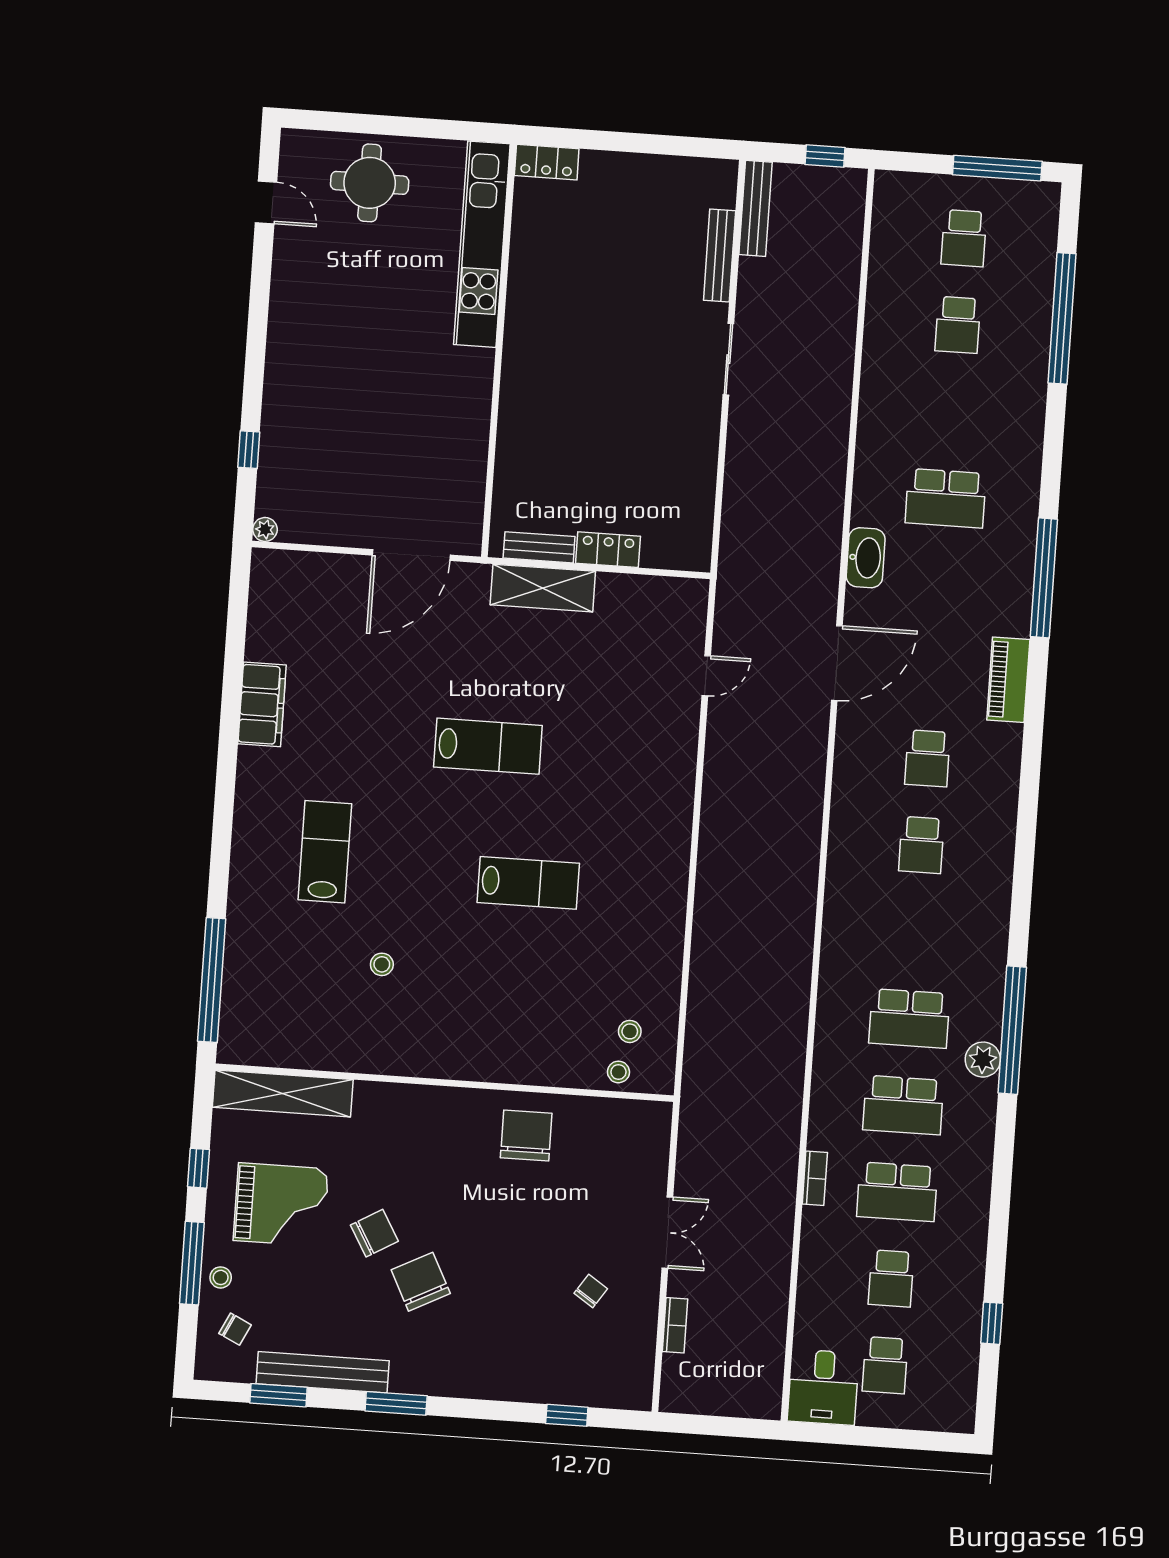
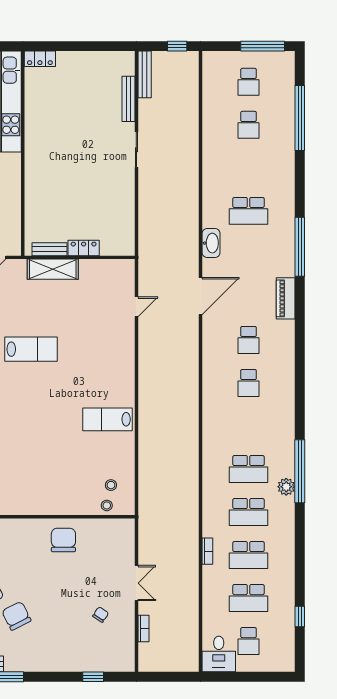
lab bench: (528, 883) -> (107, 419), moved, turned 180
school desk: (891, 1279) -> (249, 598), width x1.85

